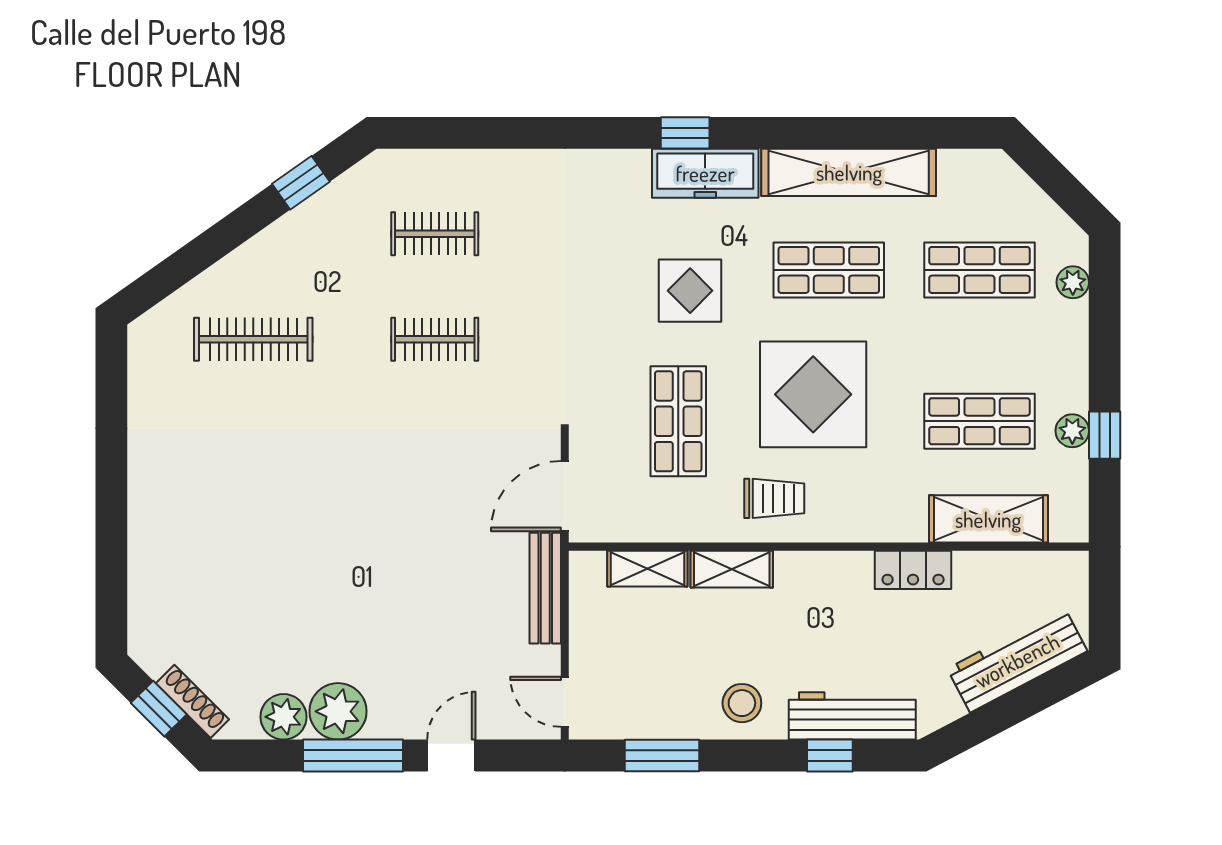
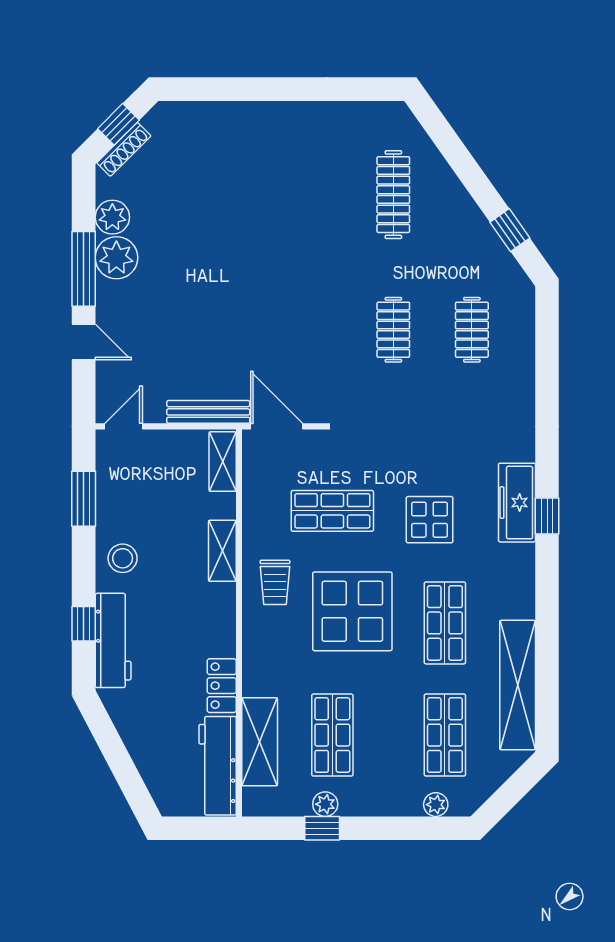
shelving: (849, 172) -> (518, 685), moved
freezer: (705, 173) -> (517, 503), moved
shelving: (647, 569) -> (223, 462), moved
workbench: (1017, 660) -> (218, 766), moved, turned -152

